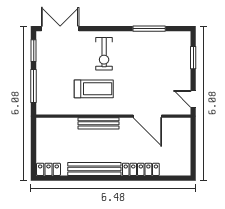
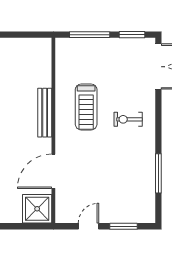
exercise bike: (104, 54) -> (128, 119), width x0.73, depth x0.72
door: (193, 99) -> (88, 226), moved
shower: (179, 130) -> (37, 209), added

